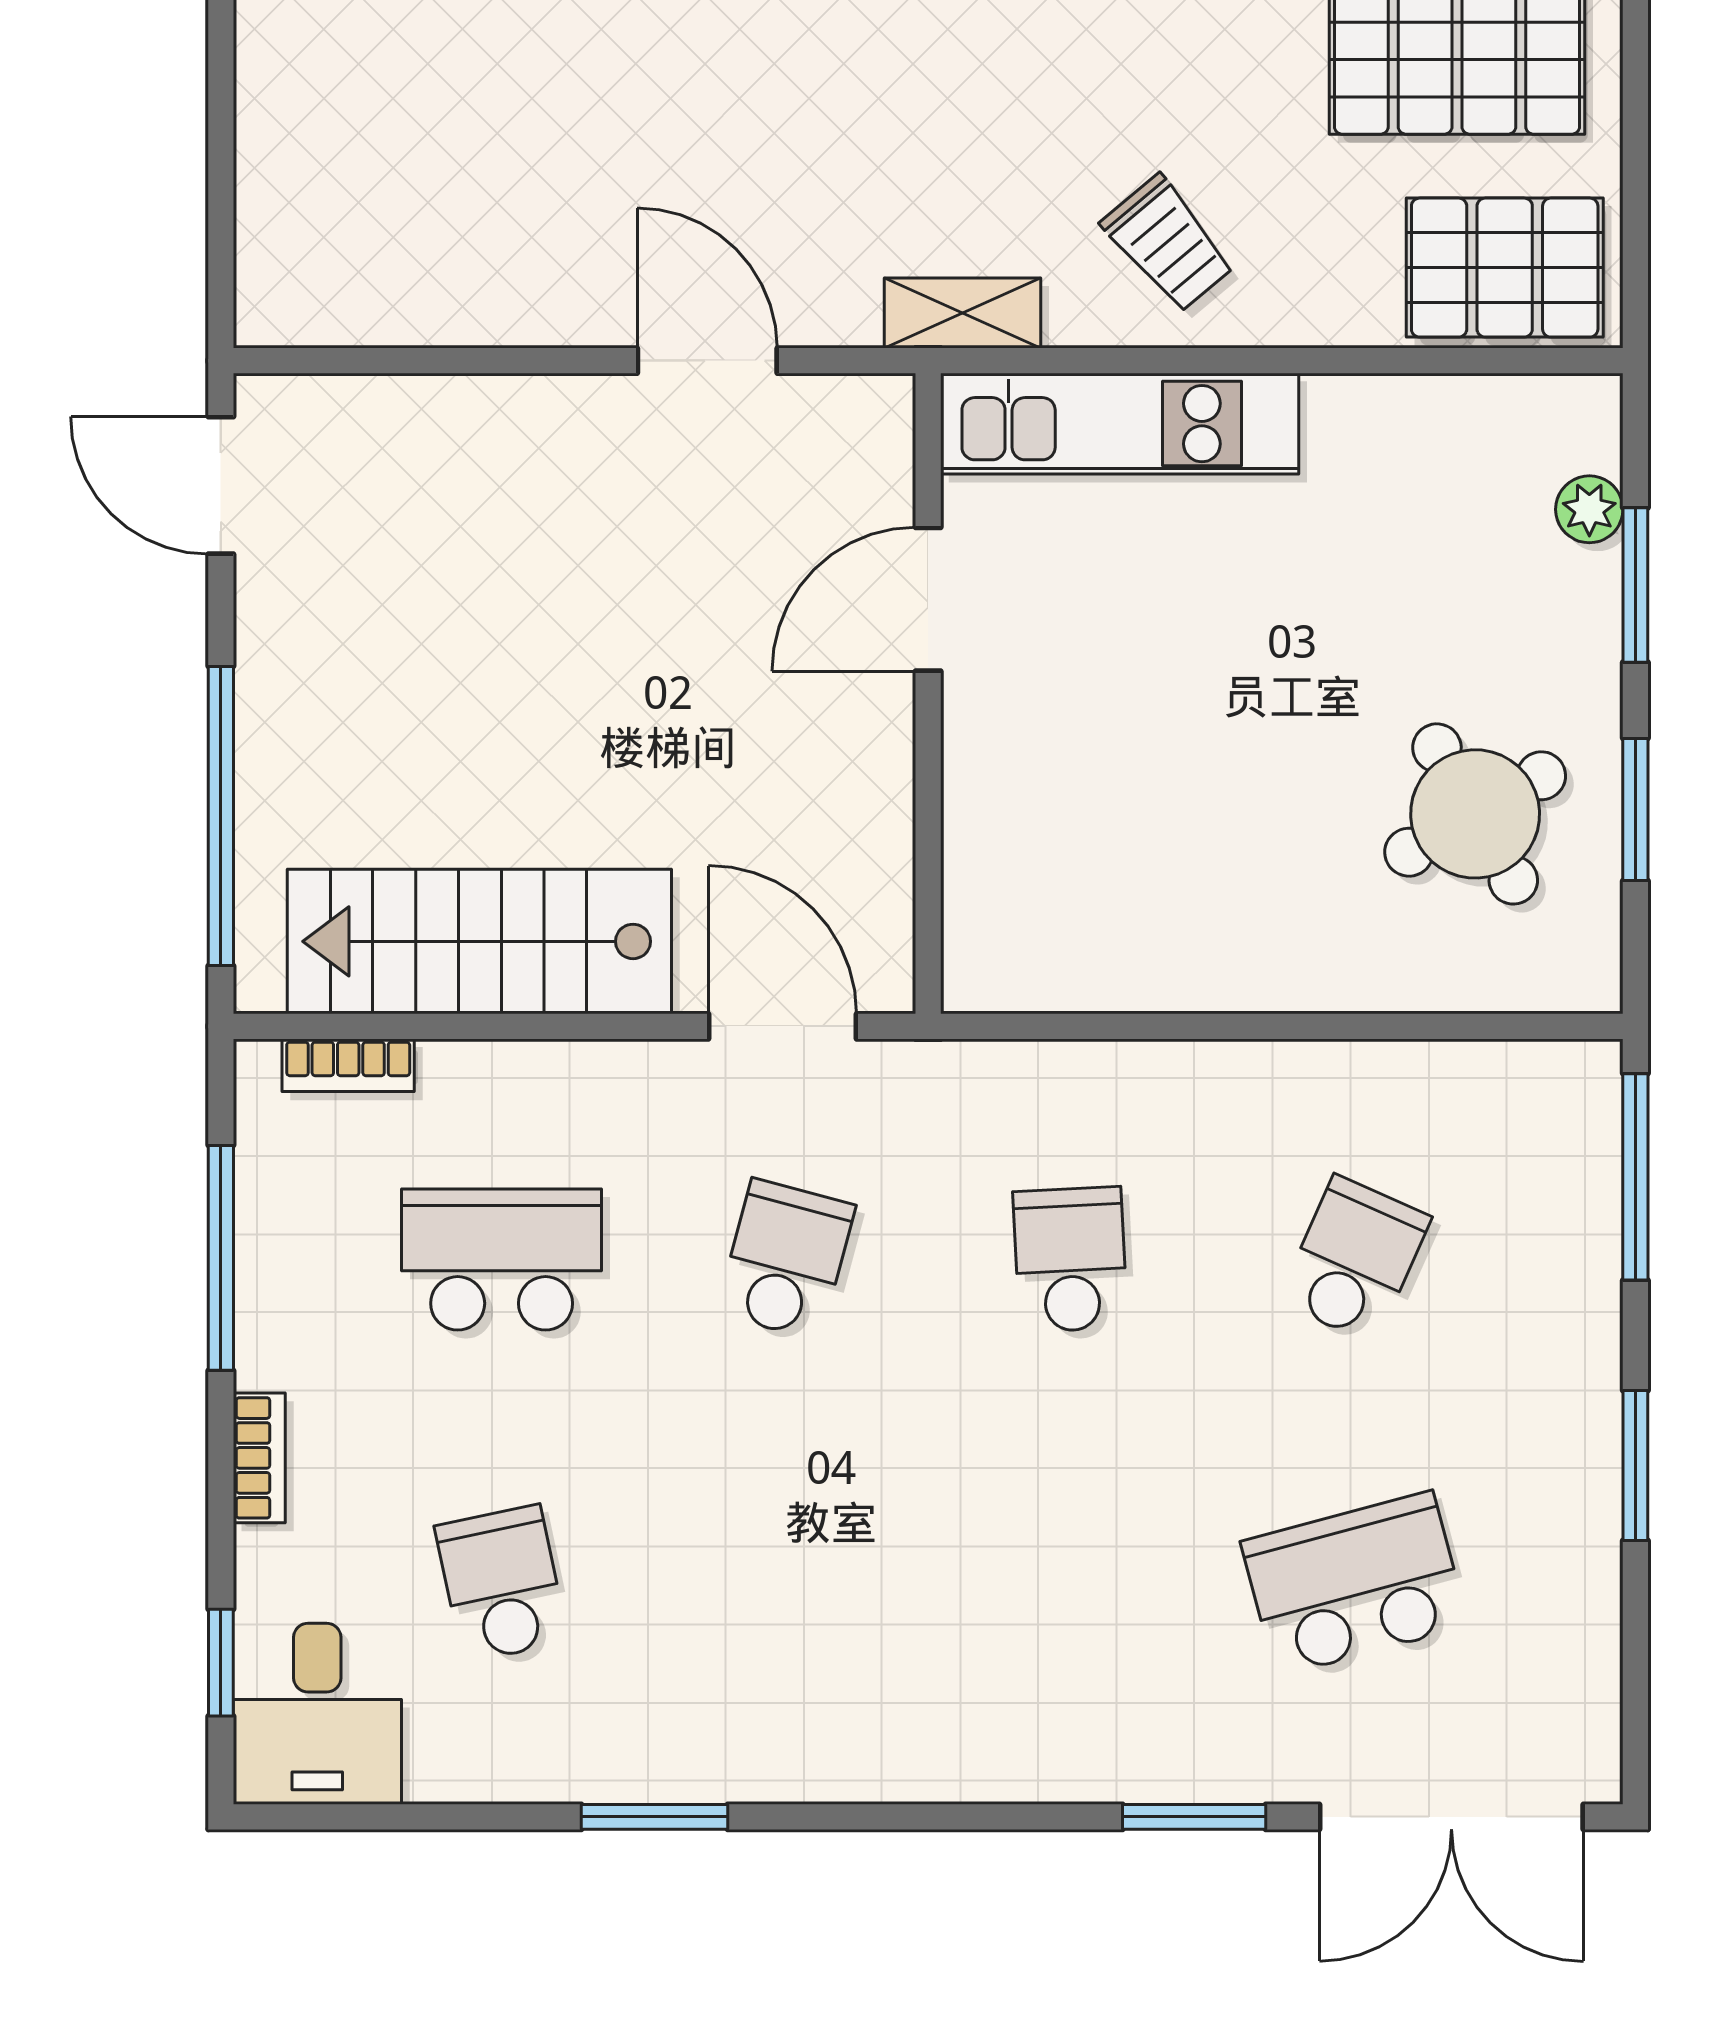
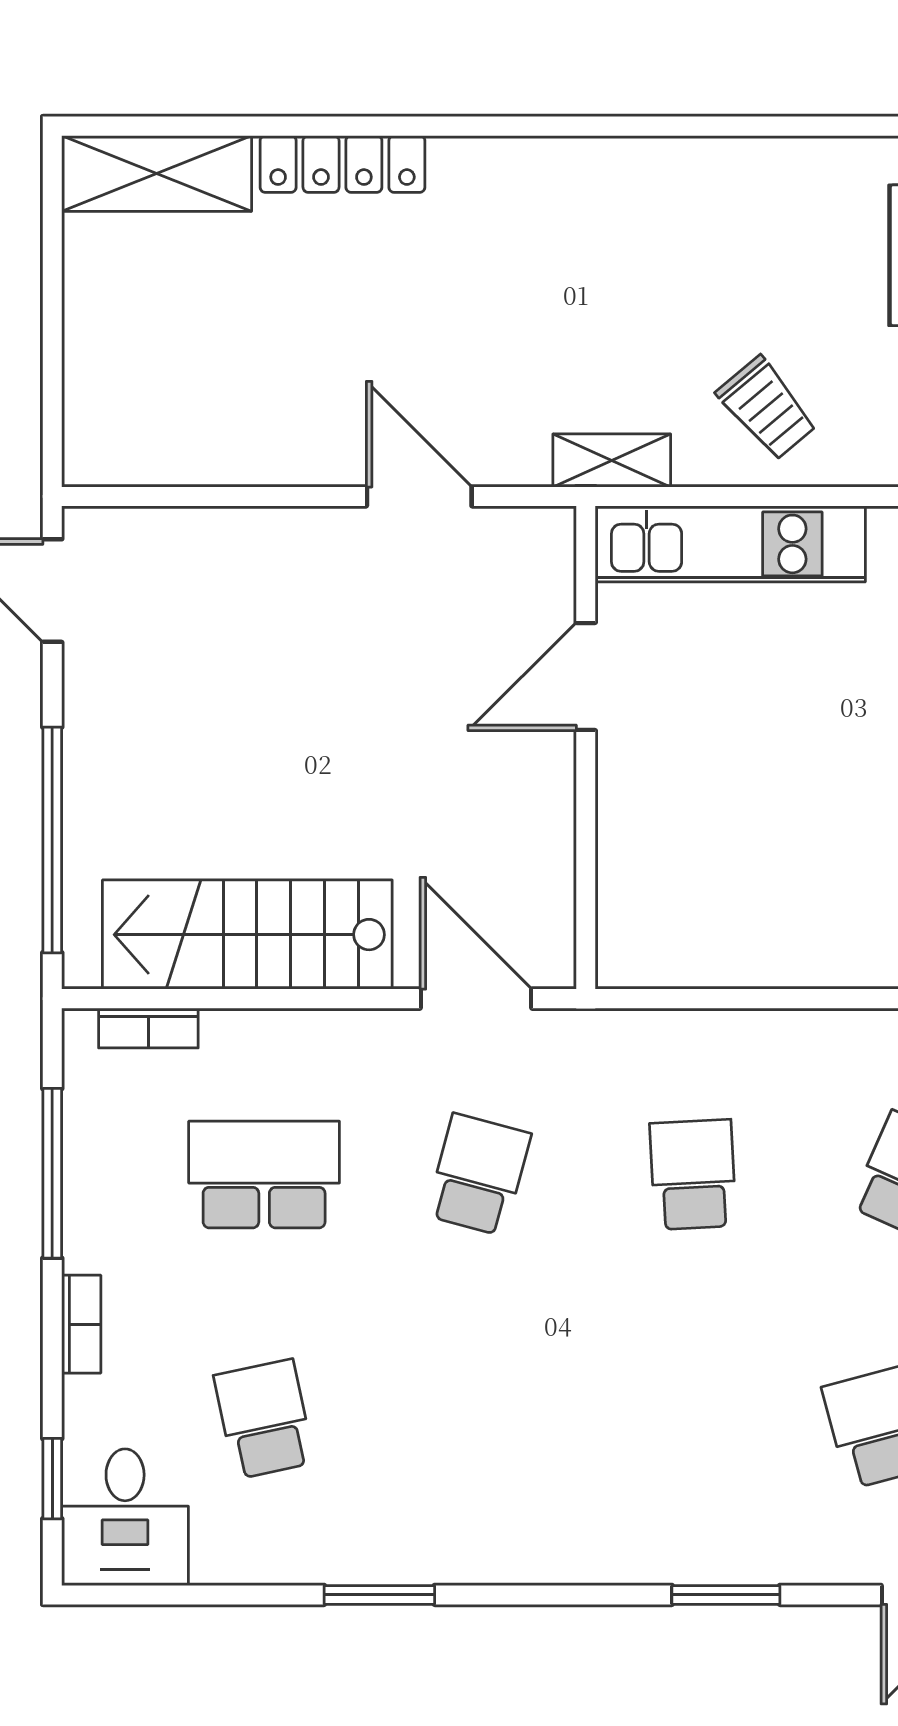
window: (1194, 1817) -> (726, 1595), moved

